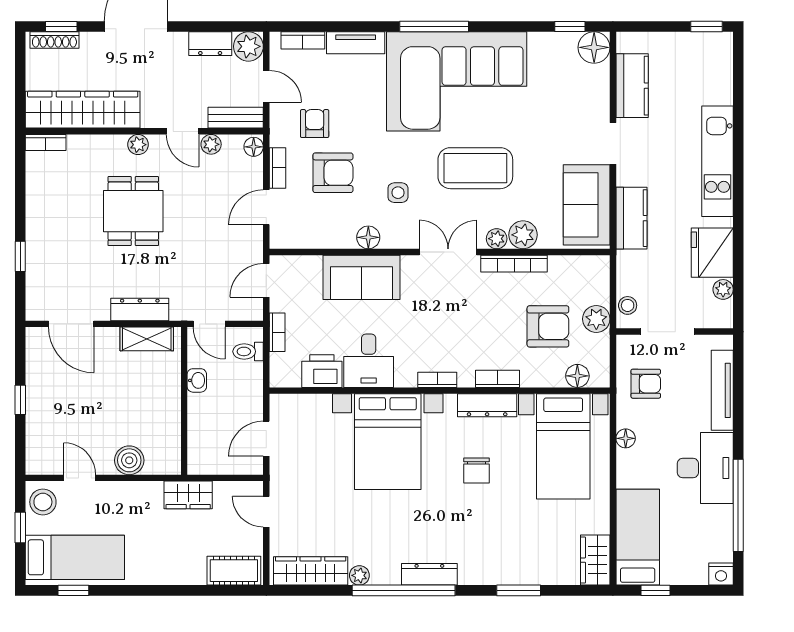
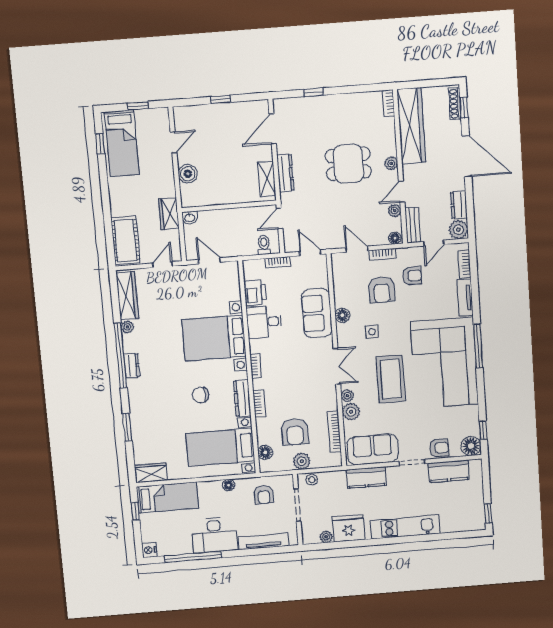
armchair: (593, 99) -> (439, 448), added
bookcase: (514, 264) -> (334, 432), moved
washbasin: (197, 380) -> (190, 218), moved
stool: (43, 502) -> (156, 119), removed
cot: (234, 571) -> (125, 240), width x1.37, depth x1.34
dresser: (429, 574) -> (132, 366), width x0.70

